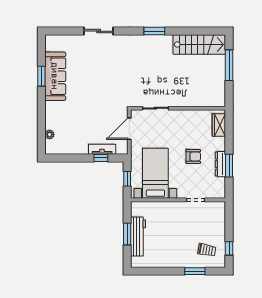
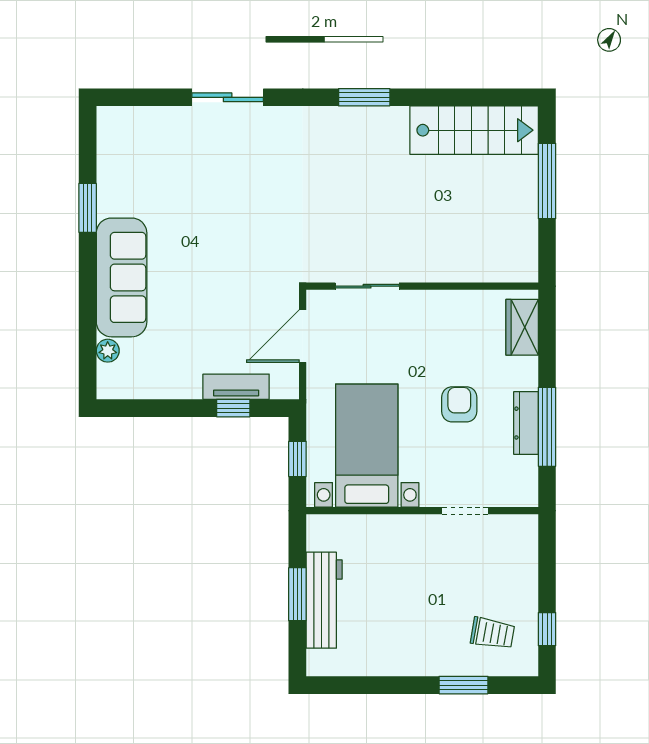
sofa: (55, 76) -> (122, 277), moved
armchair: (193, 156) -> (459, 404), turned -90
window: (229, 166) -> (547, 427), width x1.44

